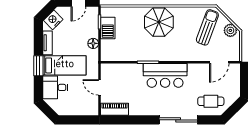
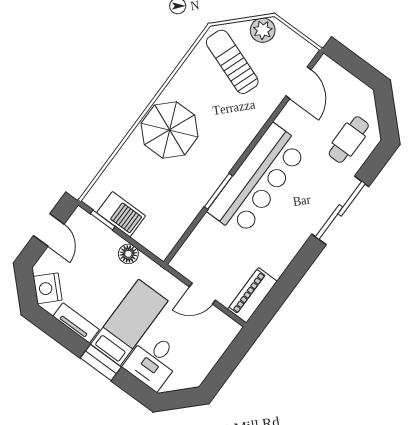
bar counter: (165, 75) -> (258, 180), width x1.36

